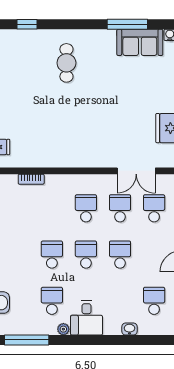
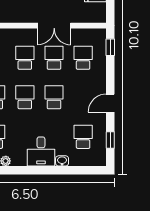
double door: (136, 171) -> (54, 26), moved
desk: (87, 318) -> (41, 151), moved

